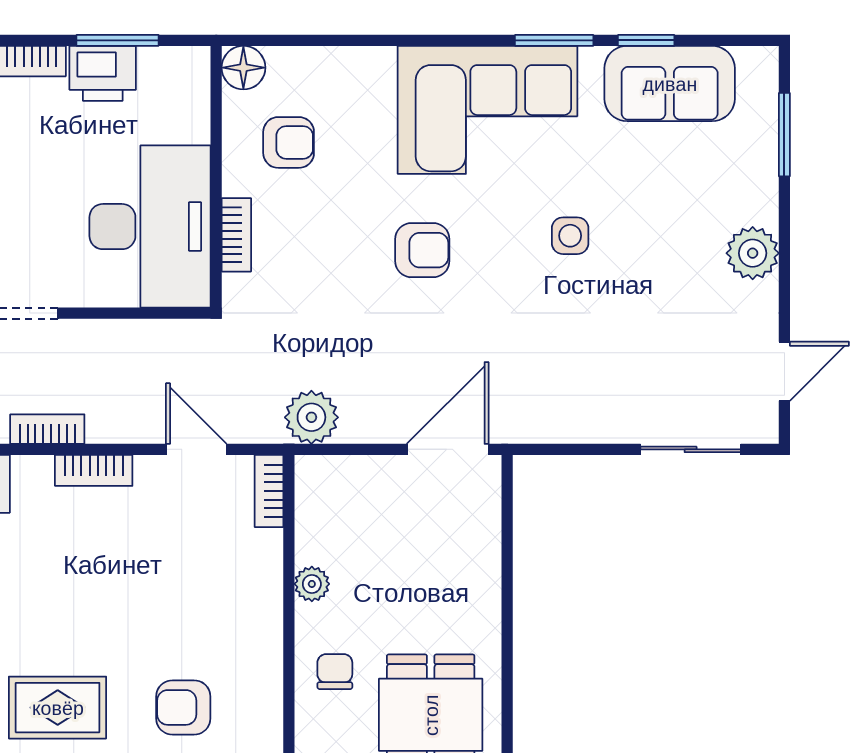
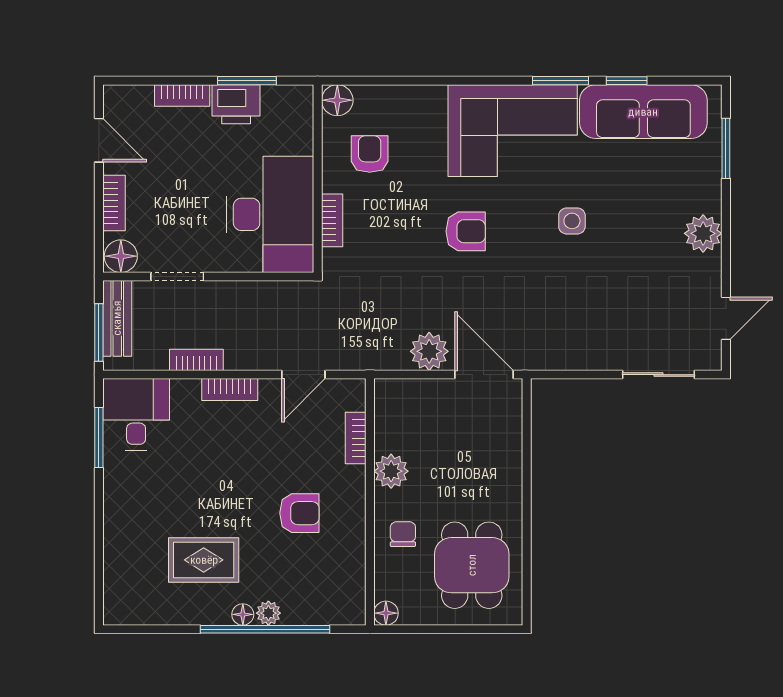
sofa: (670, 84) -> (643, 112), width x1.36
armchair: (289, 142) -> (370, 154), turned -90
plant: (311, 417) -> (429, 351), moved
door: (196, 449) -> (303, 375), swing flipped
door: (448, 449) -> (484, 375), hinge flipped
bookcase: (269, 491) -> (356, 438), moved
plant: (312, 584) -> (391, 471), width x1.38, depth x1.38
armchair: (183, 707) -> (299, 513), moved, turned 180

